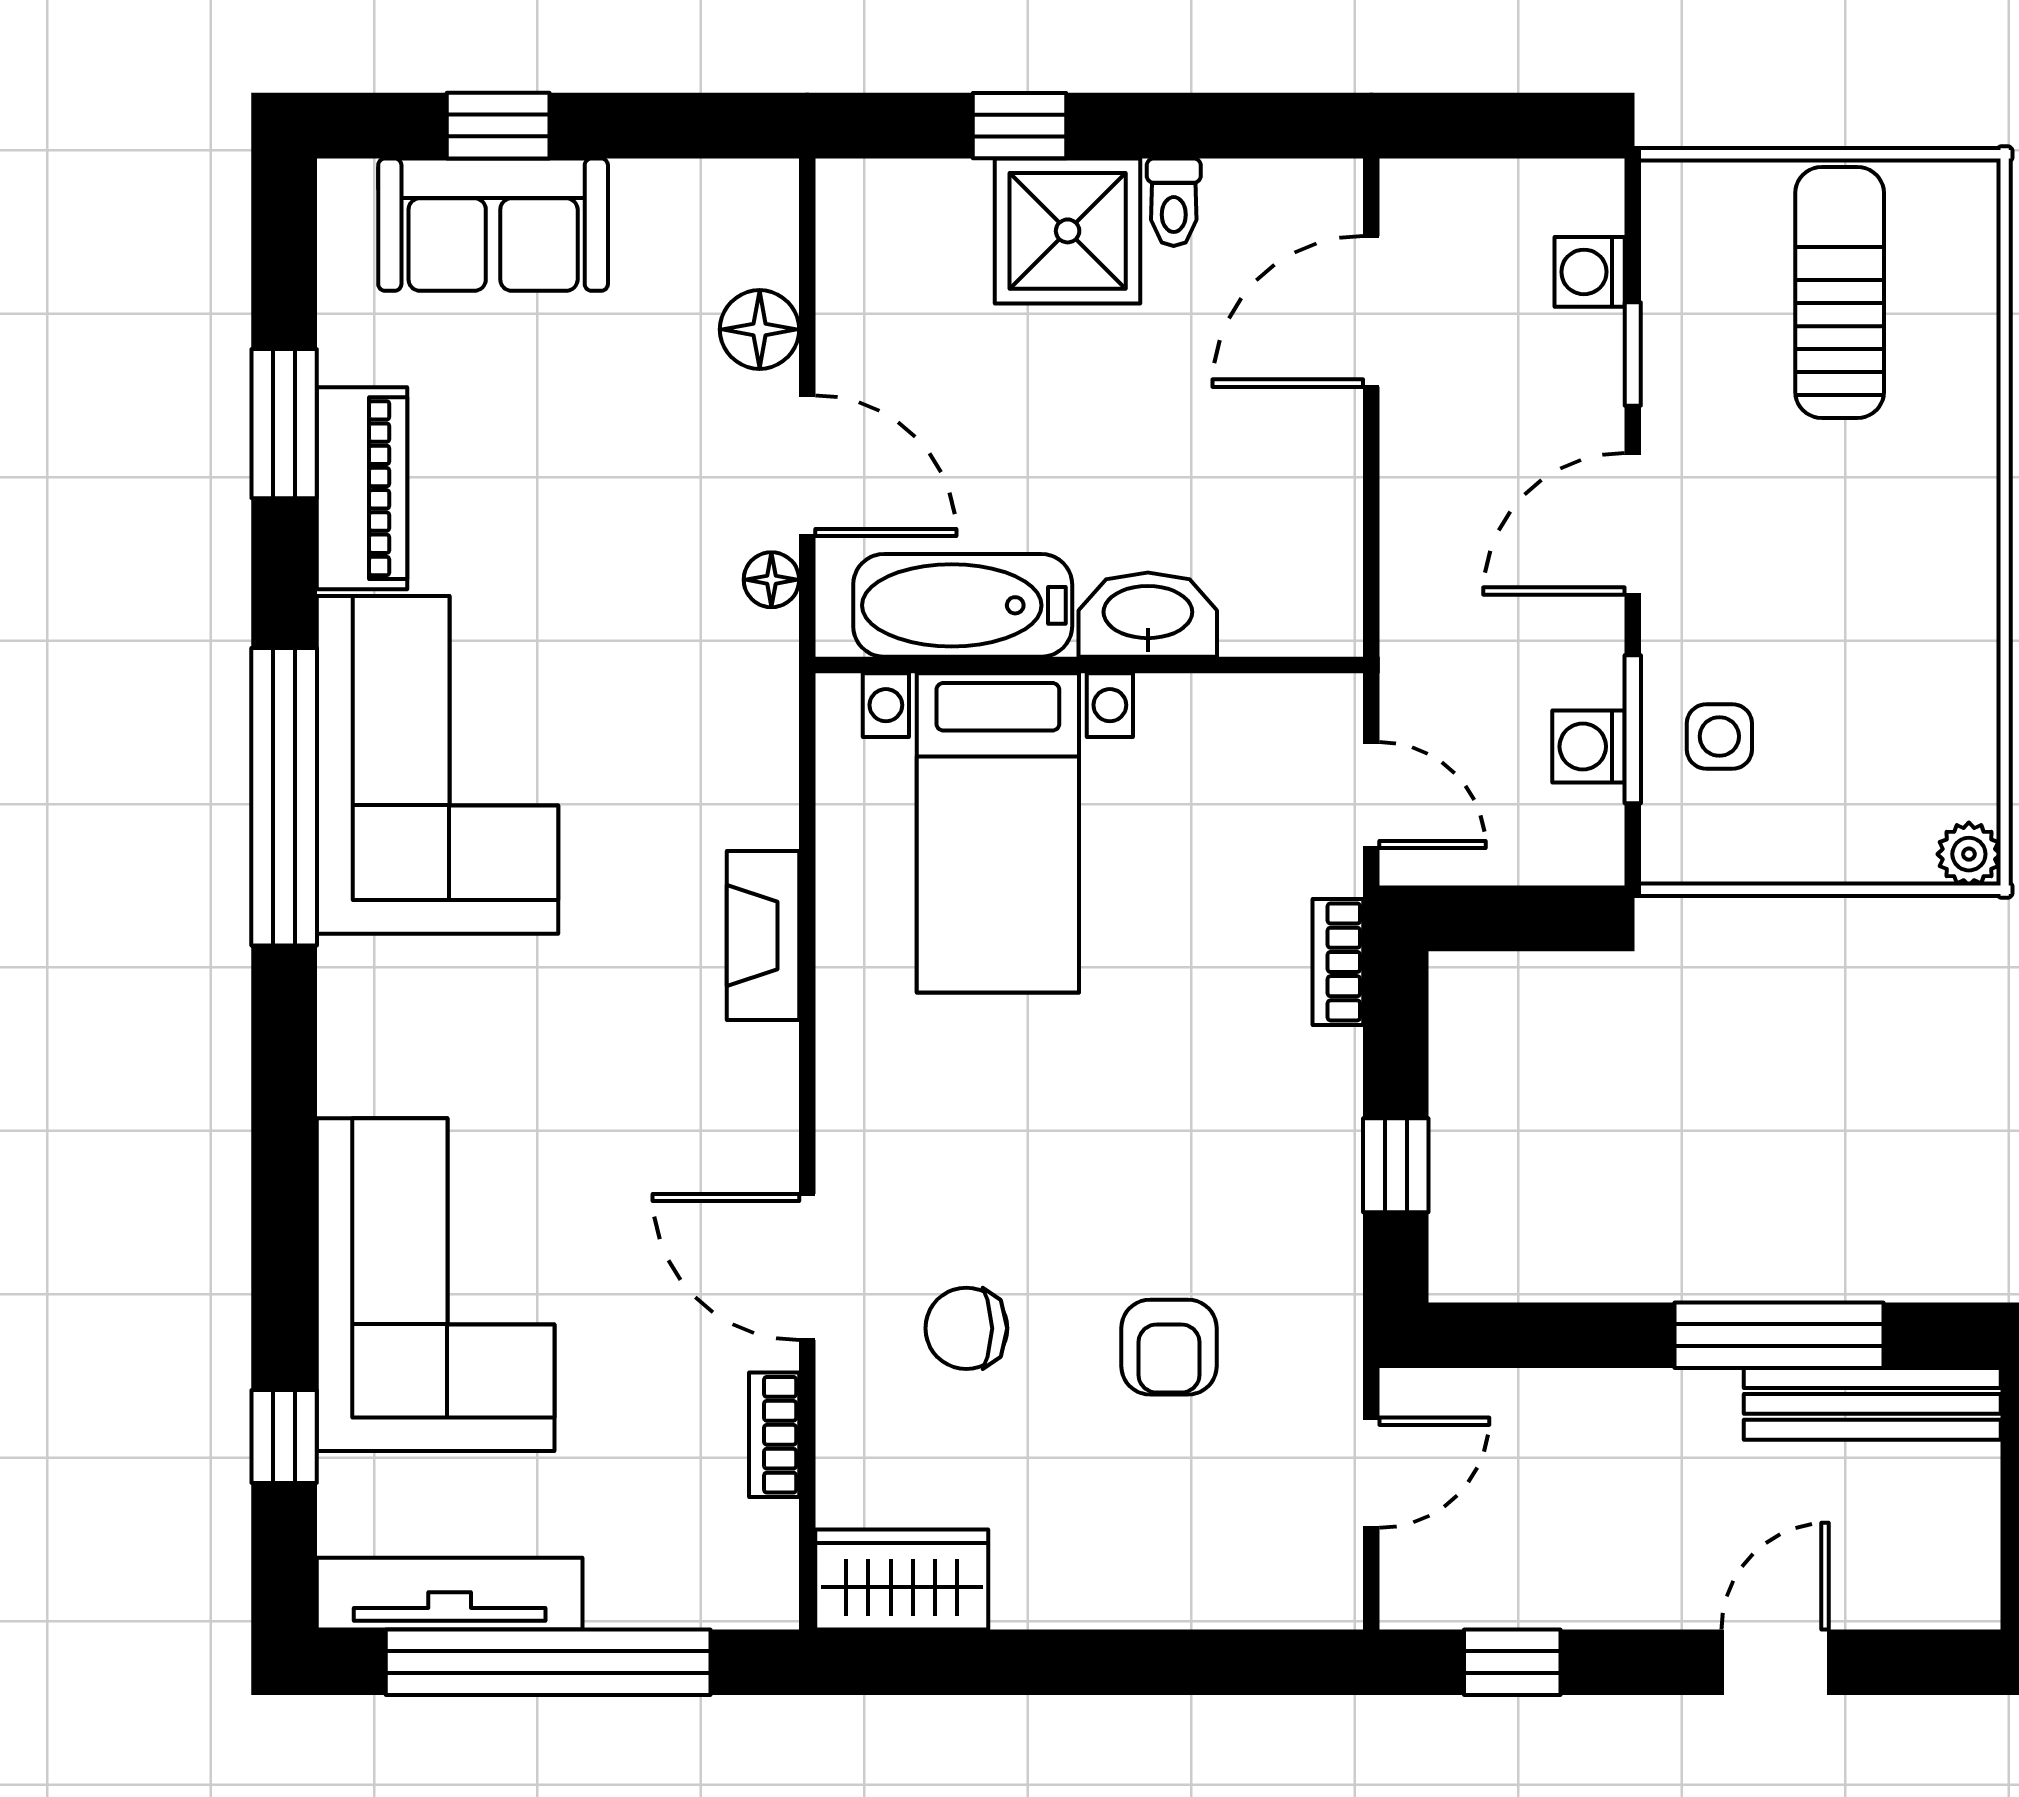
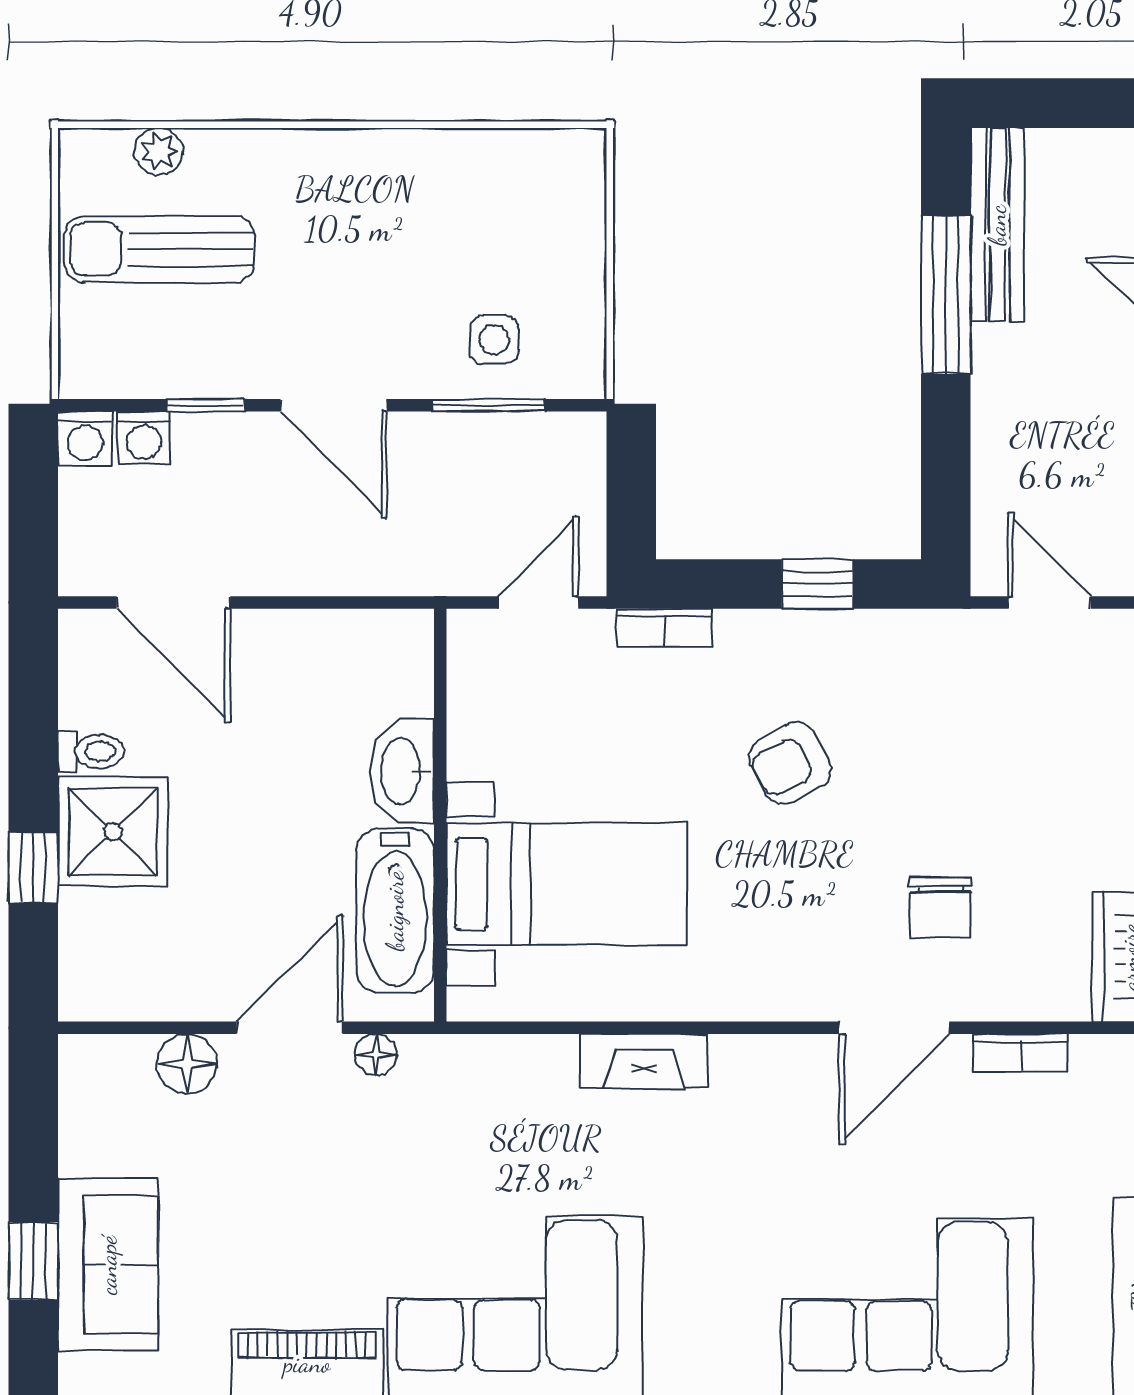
washing machine: (1589, 747) -> (85, 439), moved
plant: (1969, 854) -> (159, 152), moved
armchair: (1169, 1347) -> (790, 763), moved, turned 152

